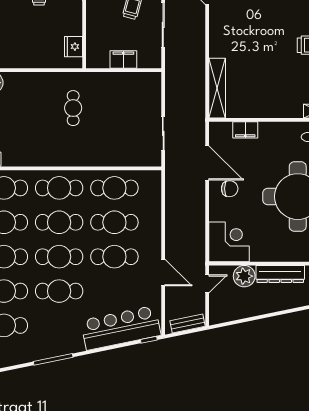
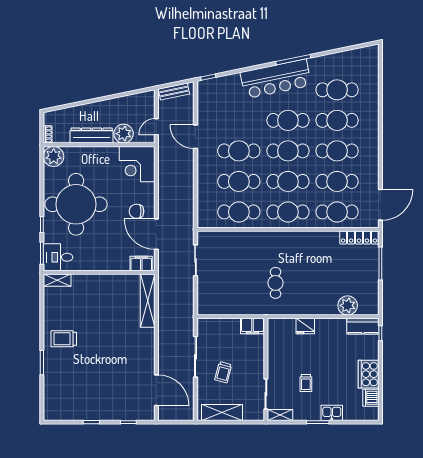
fridge: (73, 47) -> (305, 326), moved, turned 90
filing cabinet: (123, 59) -> (252, 326), moved
filing cabinet: (245, 130) -> (141, 263), moved
bar counter: (121, 328) -> (276, 79), moved

